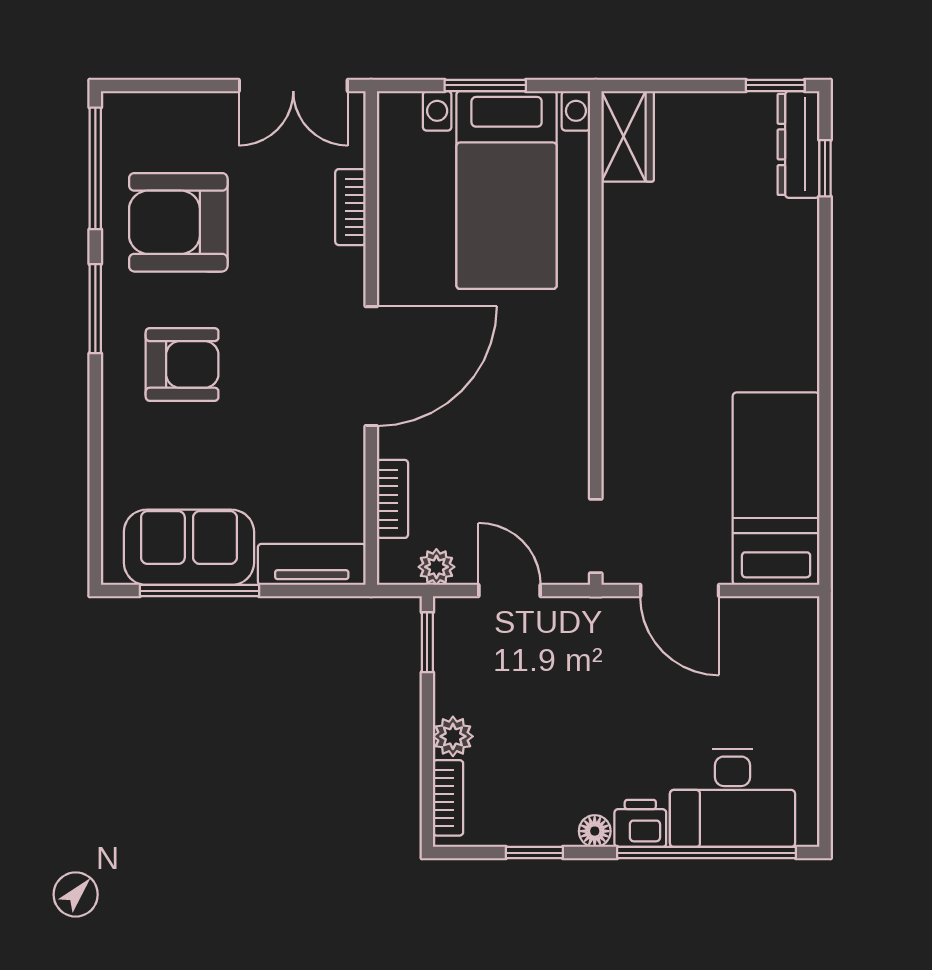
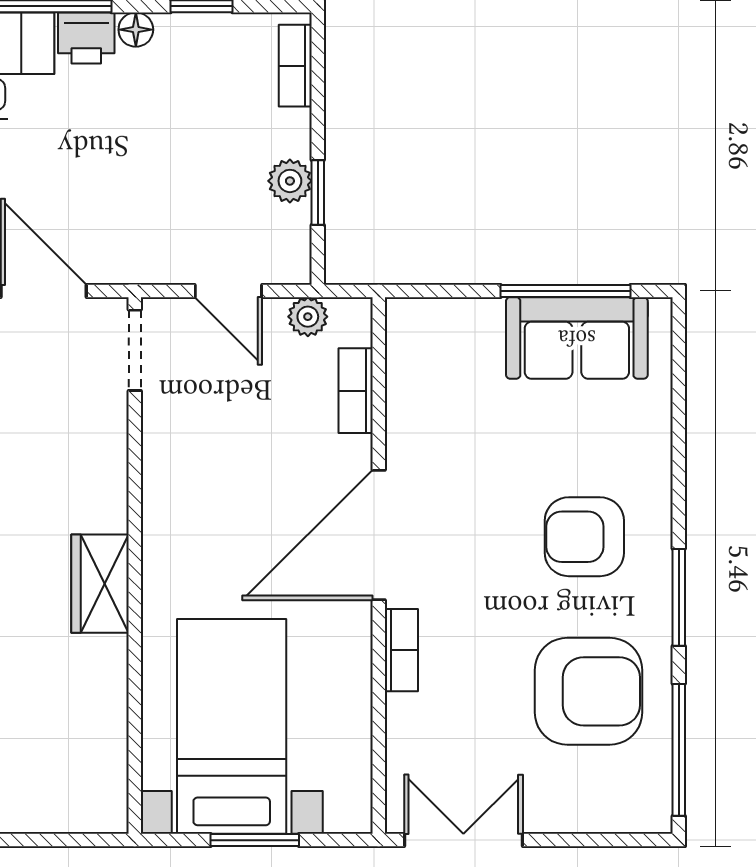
wardrobe: (628, 136) -> (100, 584), moved
bookcase: (350, 207) -> (401, 650), moved
tv unit: (312, 564) -> (443, 319), removed
window: (427, 642) -> (318, 192), moved
plant: (453, 736) -> (290, 181), moved

